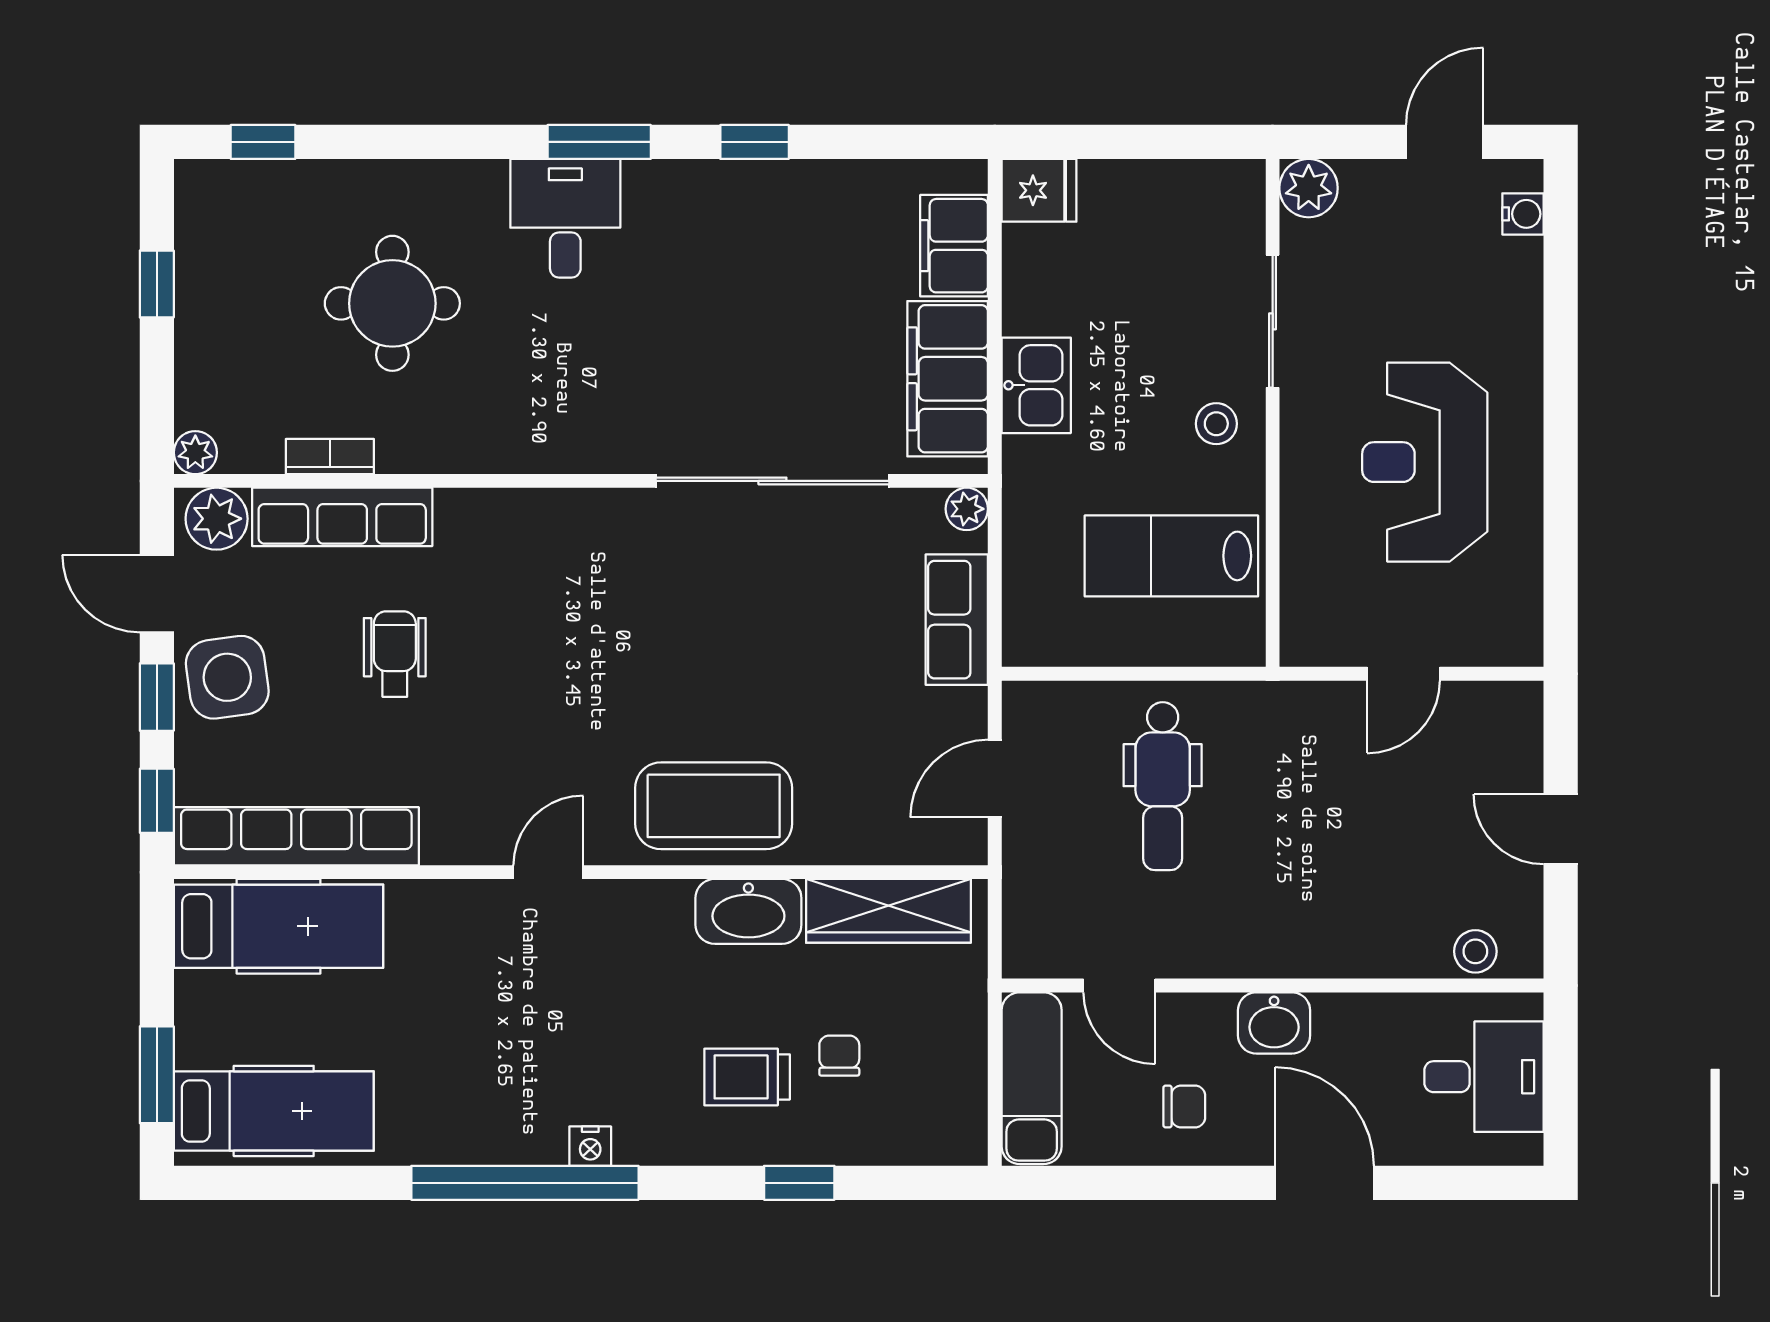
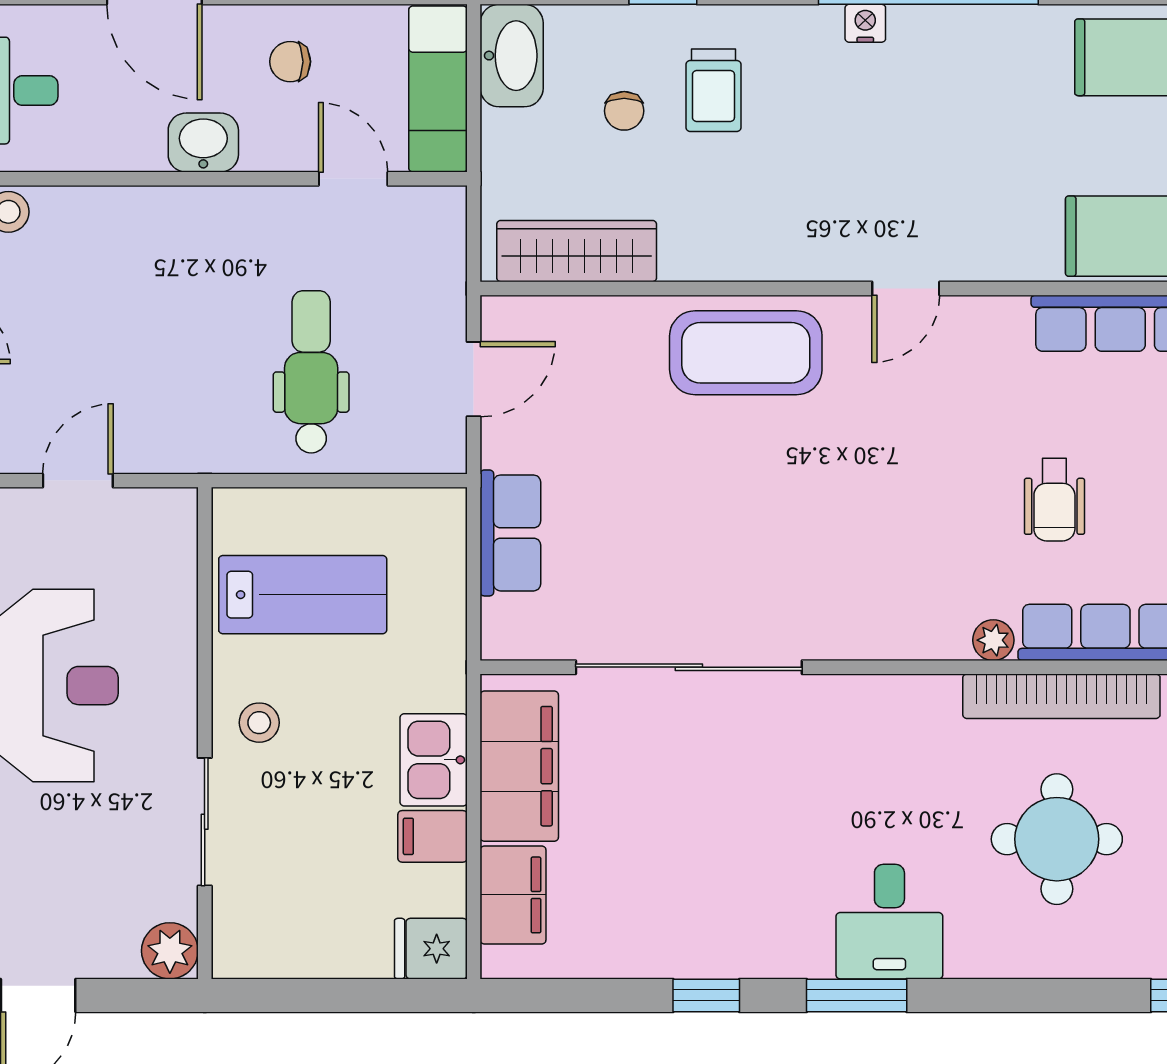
filing cabinet: (1037, 306) -> (433, 836), added
bookcase: (330, 457) -> (1061, 696), width x2.31, depth x1.31
plant: (967, 509) -> (993, 640), moved
washbasin: (748, 911) -> (512, 56), moved, turned 90
trolley: (747, 1077) -> (713, 90), turned 90

